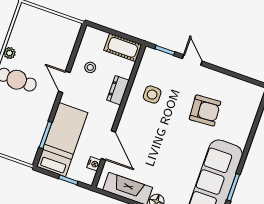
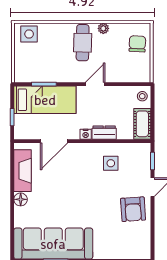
chair: (38, 23) -> (137, 44), added
stool: (90, 67) -> (142, 96), moved
armchair: (205, 110) -> (133, 209), moved
nightstand: (94, 164) -> (86, 134), moved

